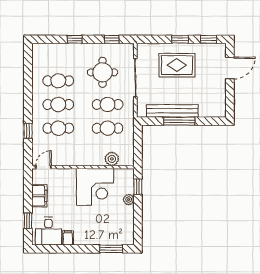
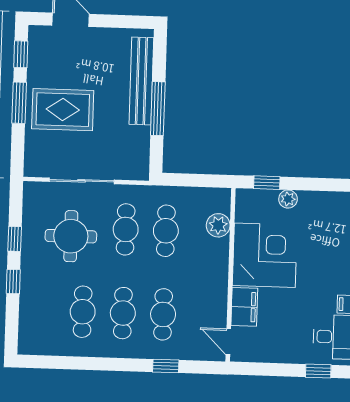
window: (112, 39) -> (15, 239), moved
window: (180, 39) -> (19, 103), width x1.50
rug: (177, 65) -> (63, 110), turned 90
bench: (172, 111) -> (141, 81), moved
filing cabinet: (39, 196) -> (244, 307), moved, turned 90

